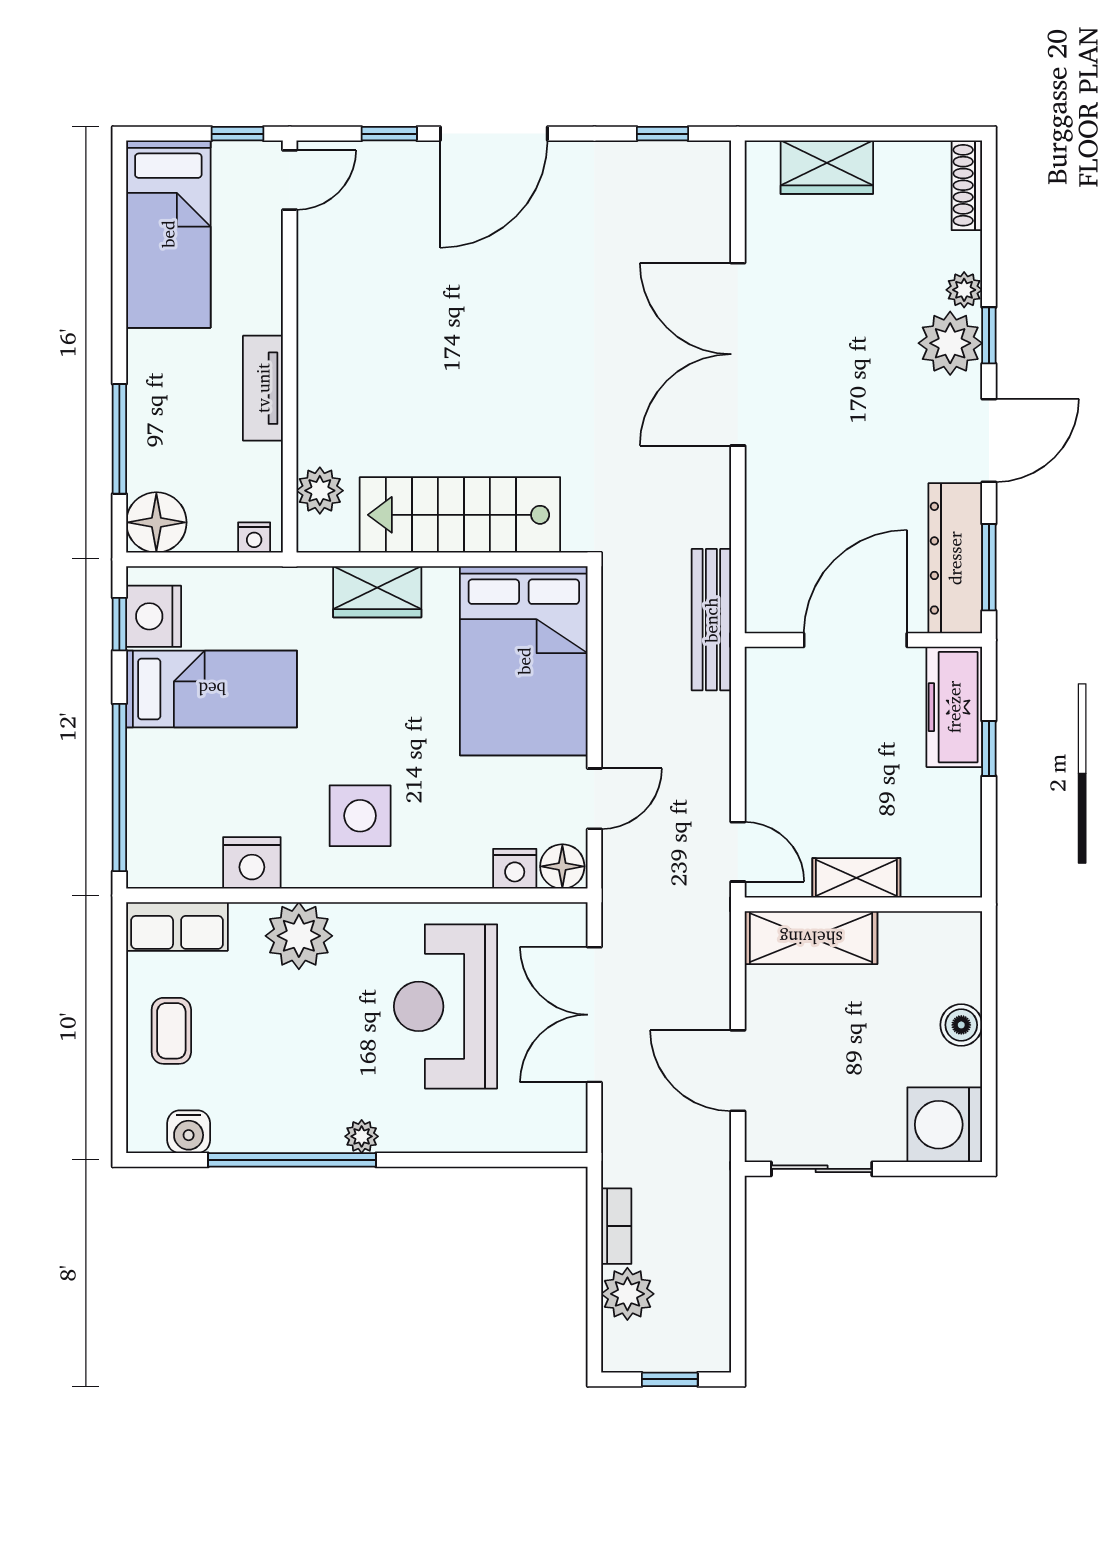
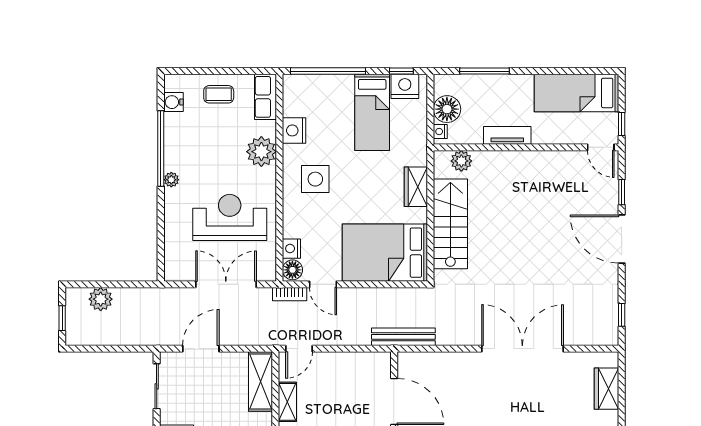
floor lamp: (156, 522) -> (447, 109), moved
bookcase: (616, 1226) -> (290, 294), moved

